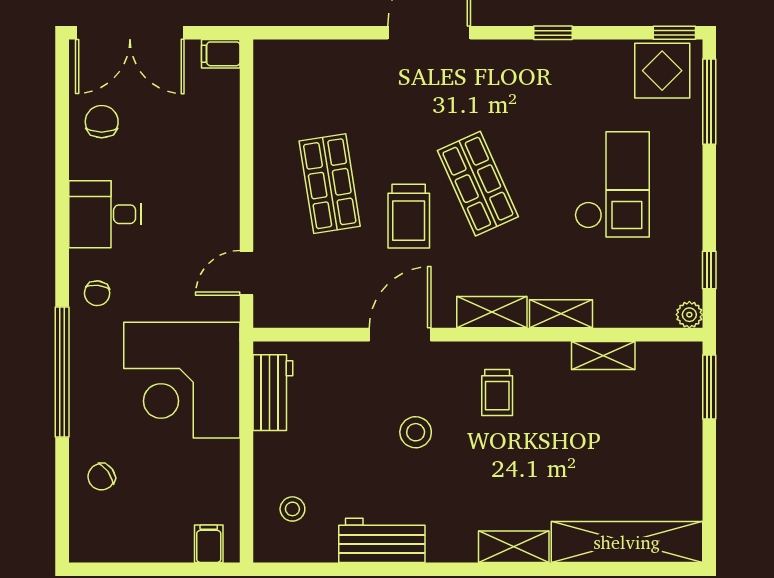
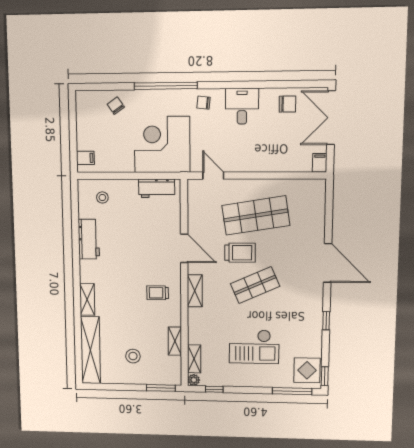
shop shelf: (330, 184) -> (256, 215), width x1.43, depth x1.36
trolley: (409, 216) -> (240, 253), turned 180
shelving: (561, 314) -> (194, 359), moved
stool: (416, 432) -> (133, 356), moved

